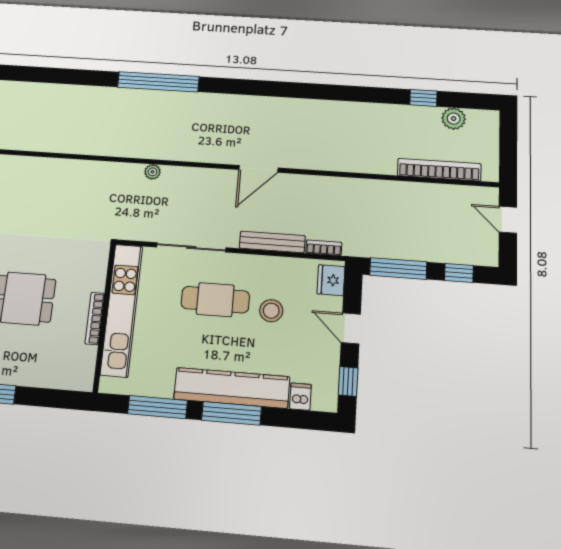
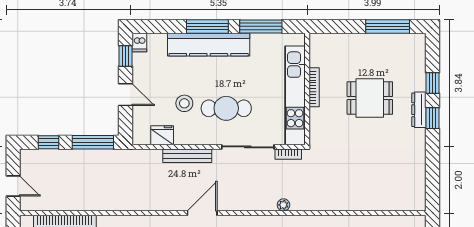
bookcase: (324, 248) -> (288, 154), moved
fridge: (331, 280) -> (162, 135), moved, turned -90
dishwasher: (300, 397) -> (139, 42), moved

